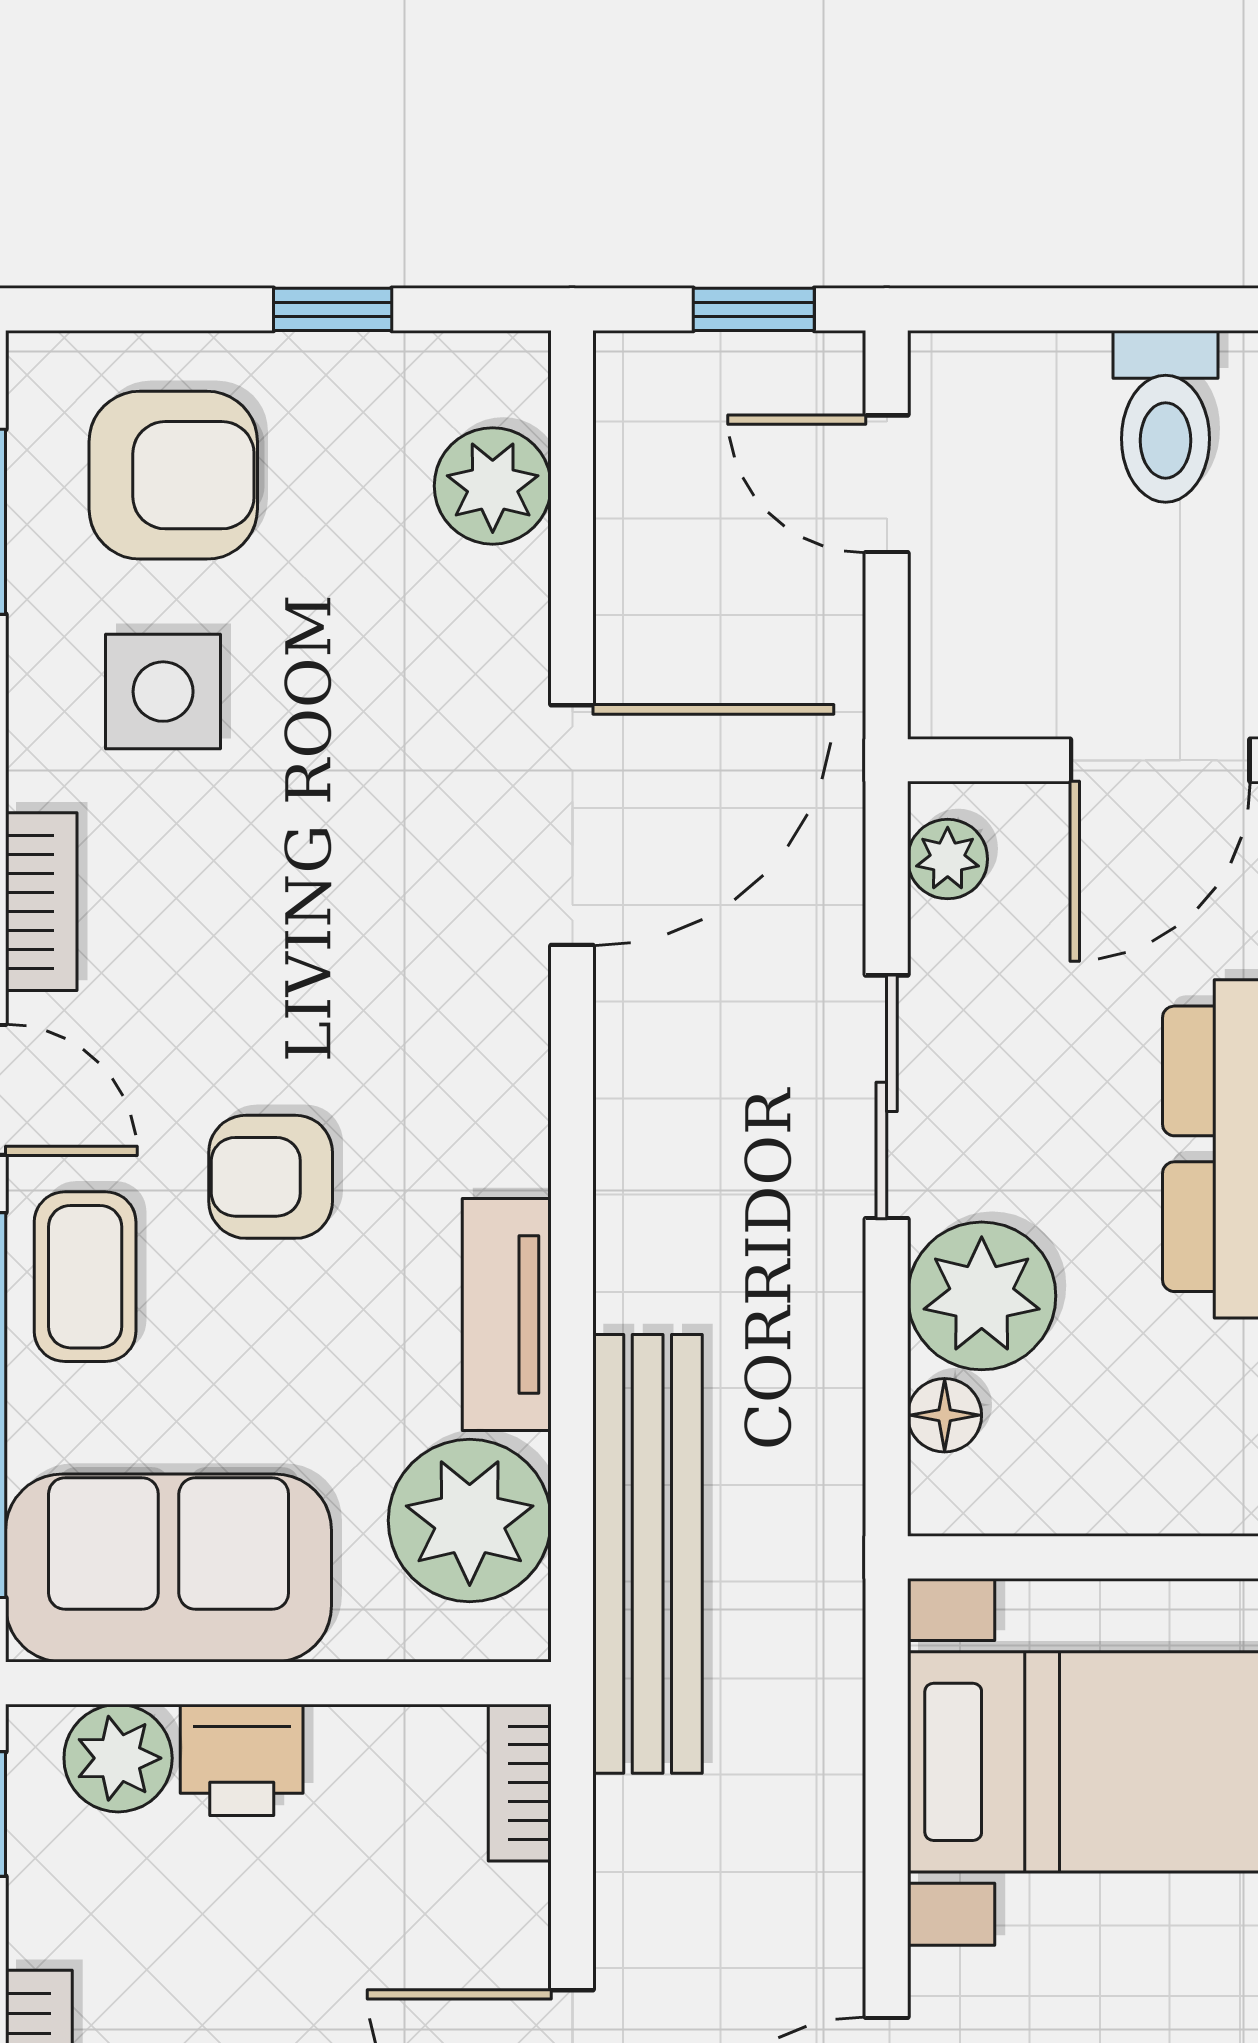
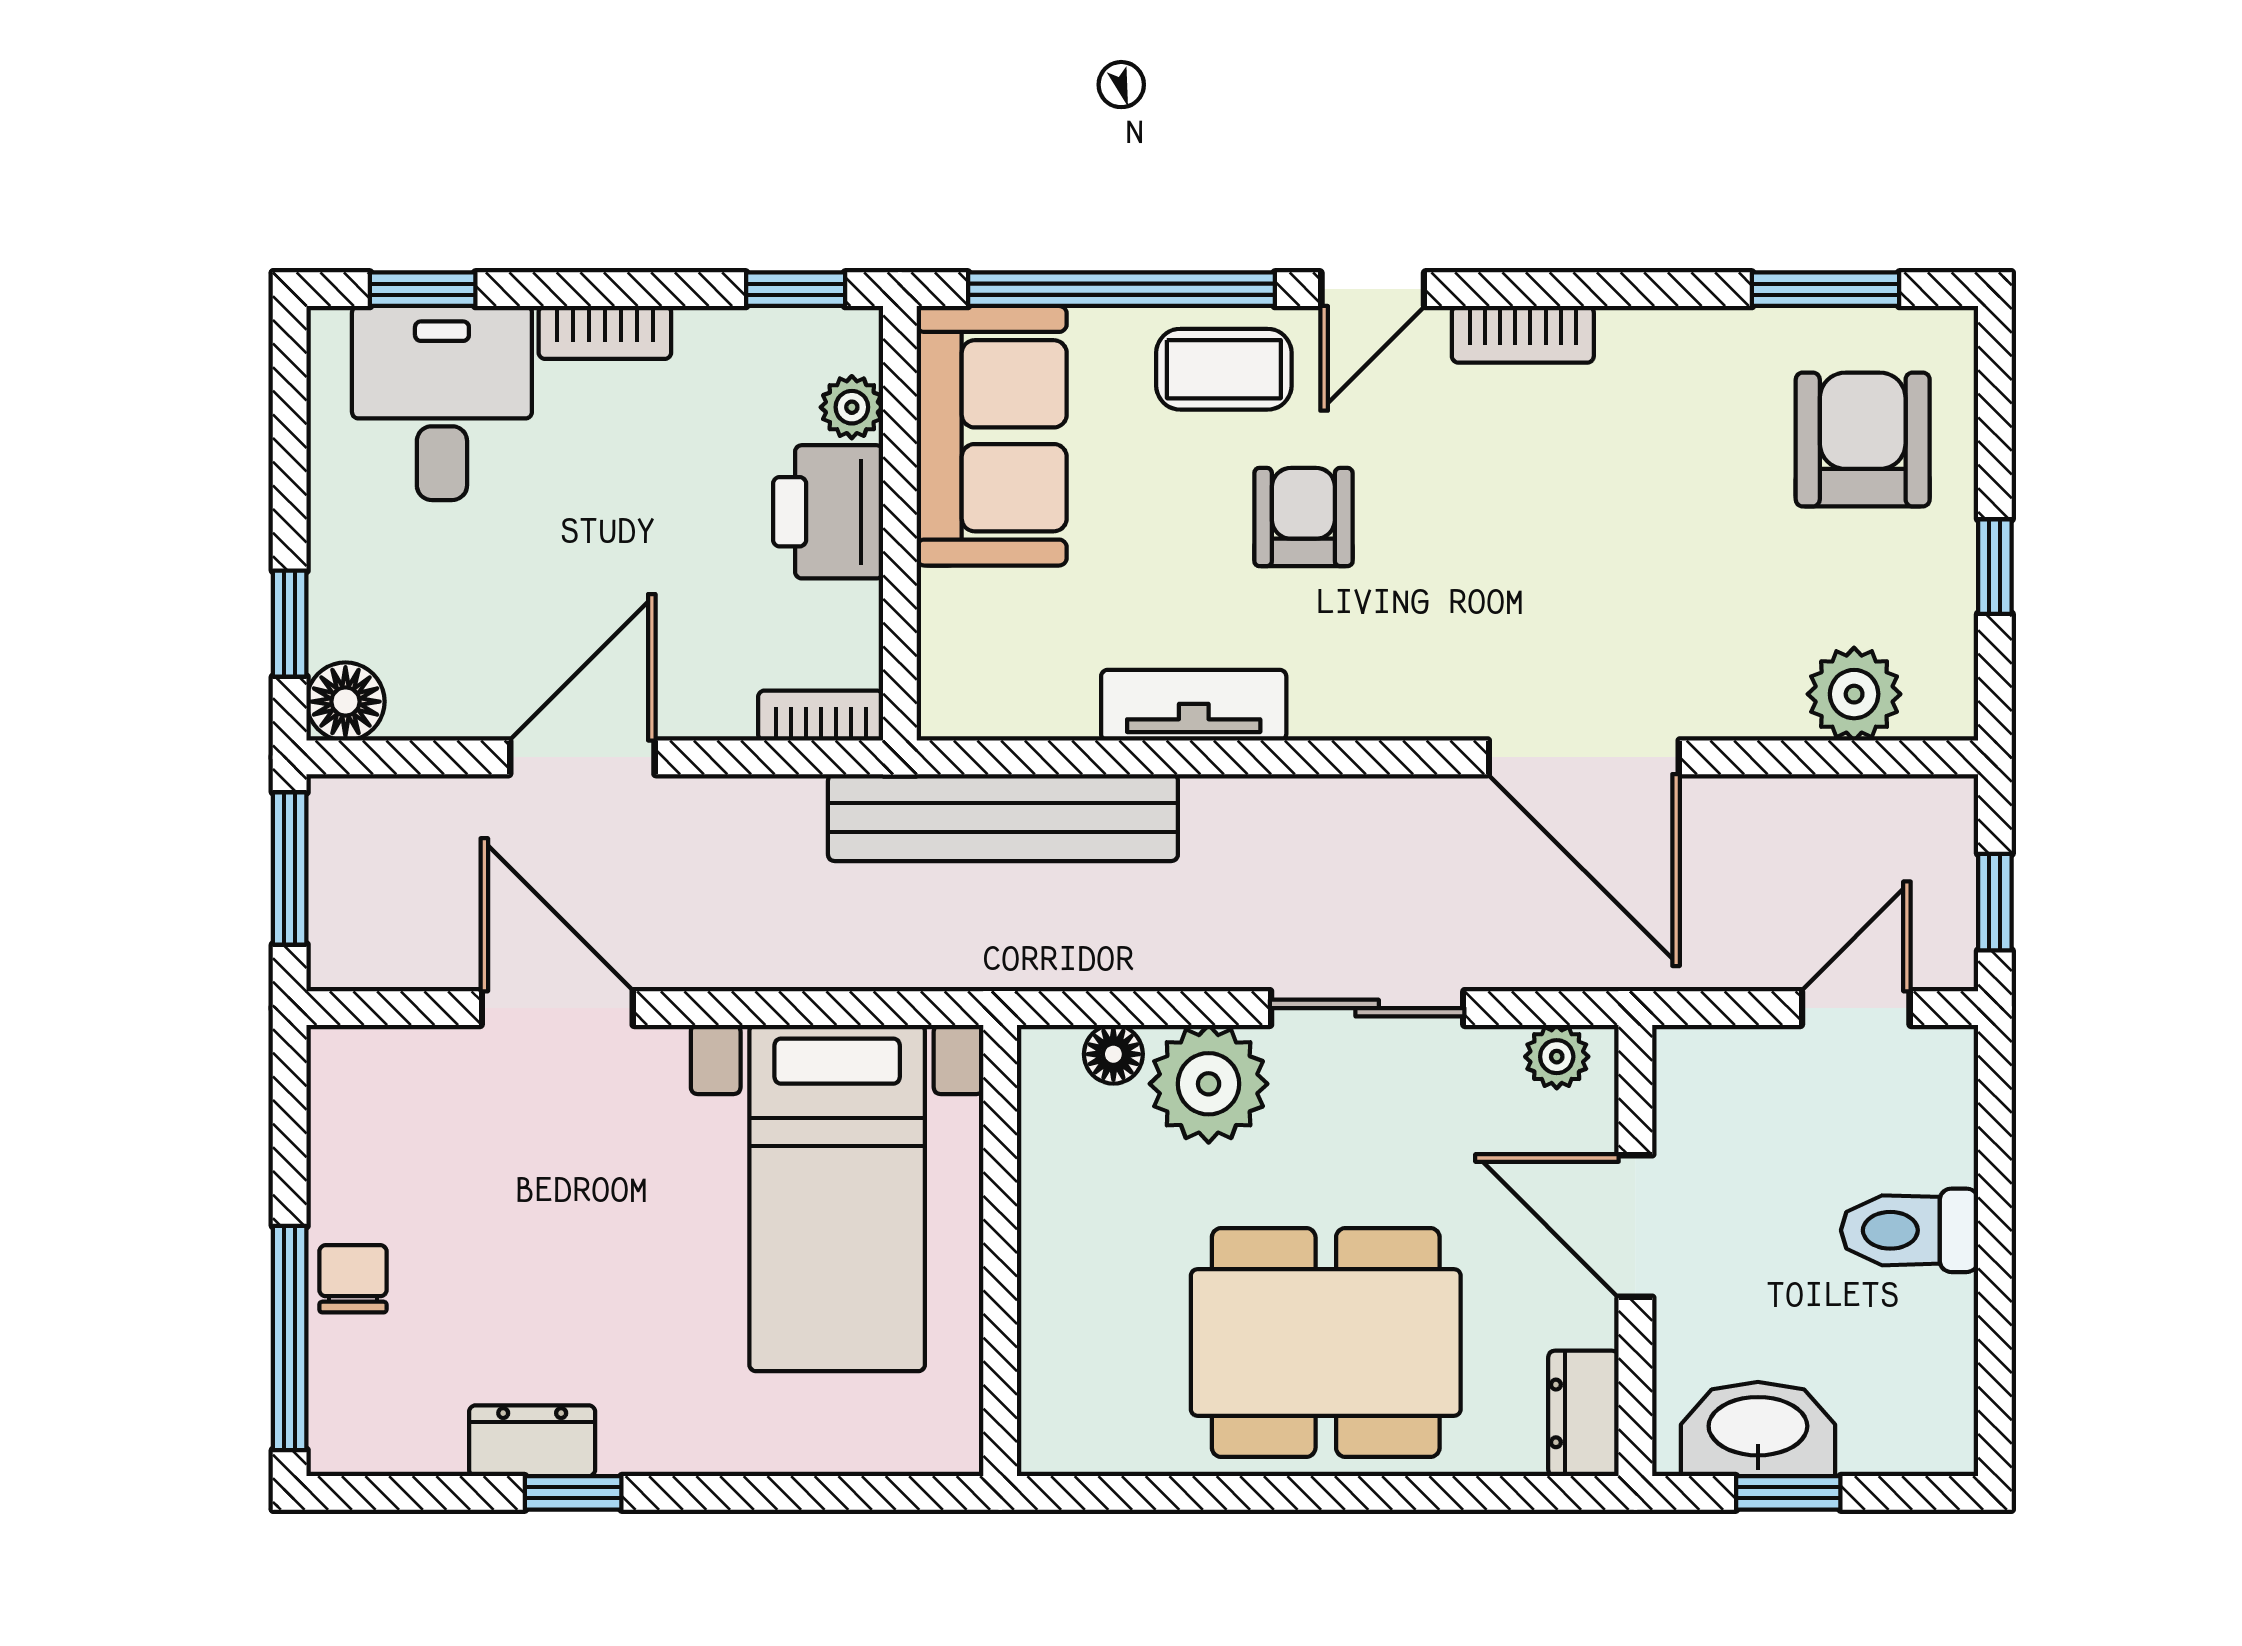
armchair: (173, 475) -> (1863, 440), turned 180
side table: (163, 692) -> (1690, 431), removed
plant: (470, 1520) -> (1030, 676), removed
plant: (118, 1758) -> (852, 407), width x0.73, depth x0.73
printer: (242, 1760) -> (828, 512), width x1.36, depth x1.24

